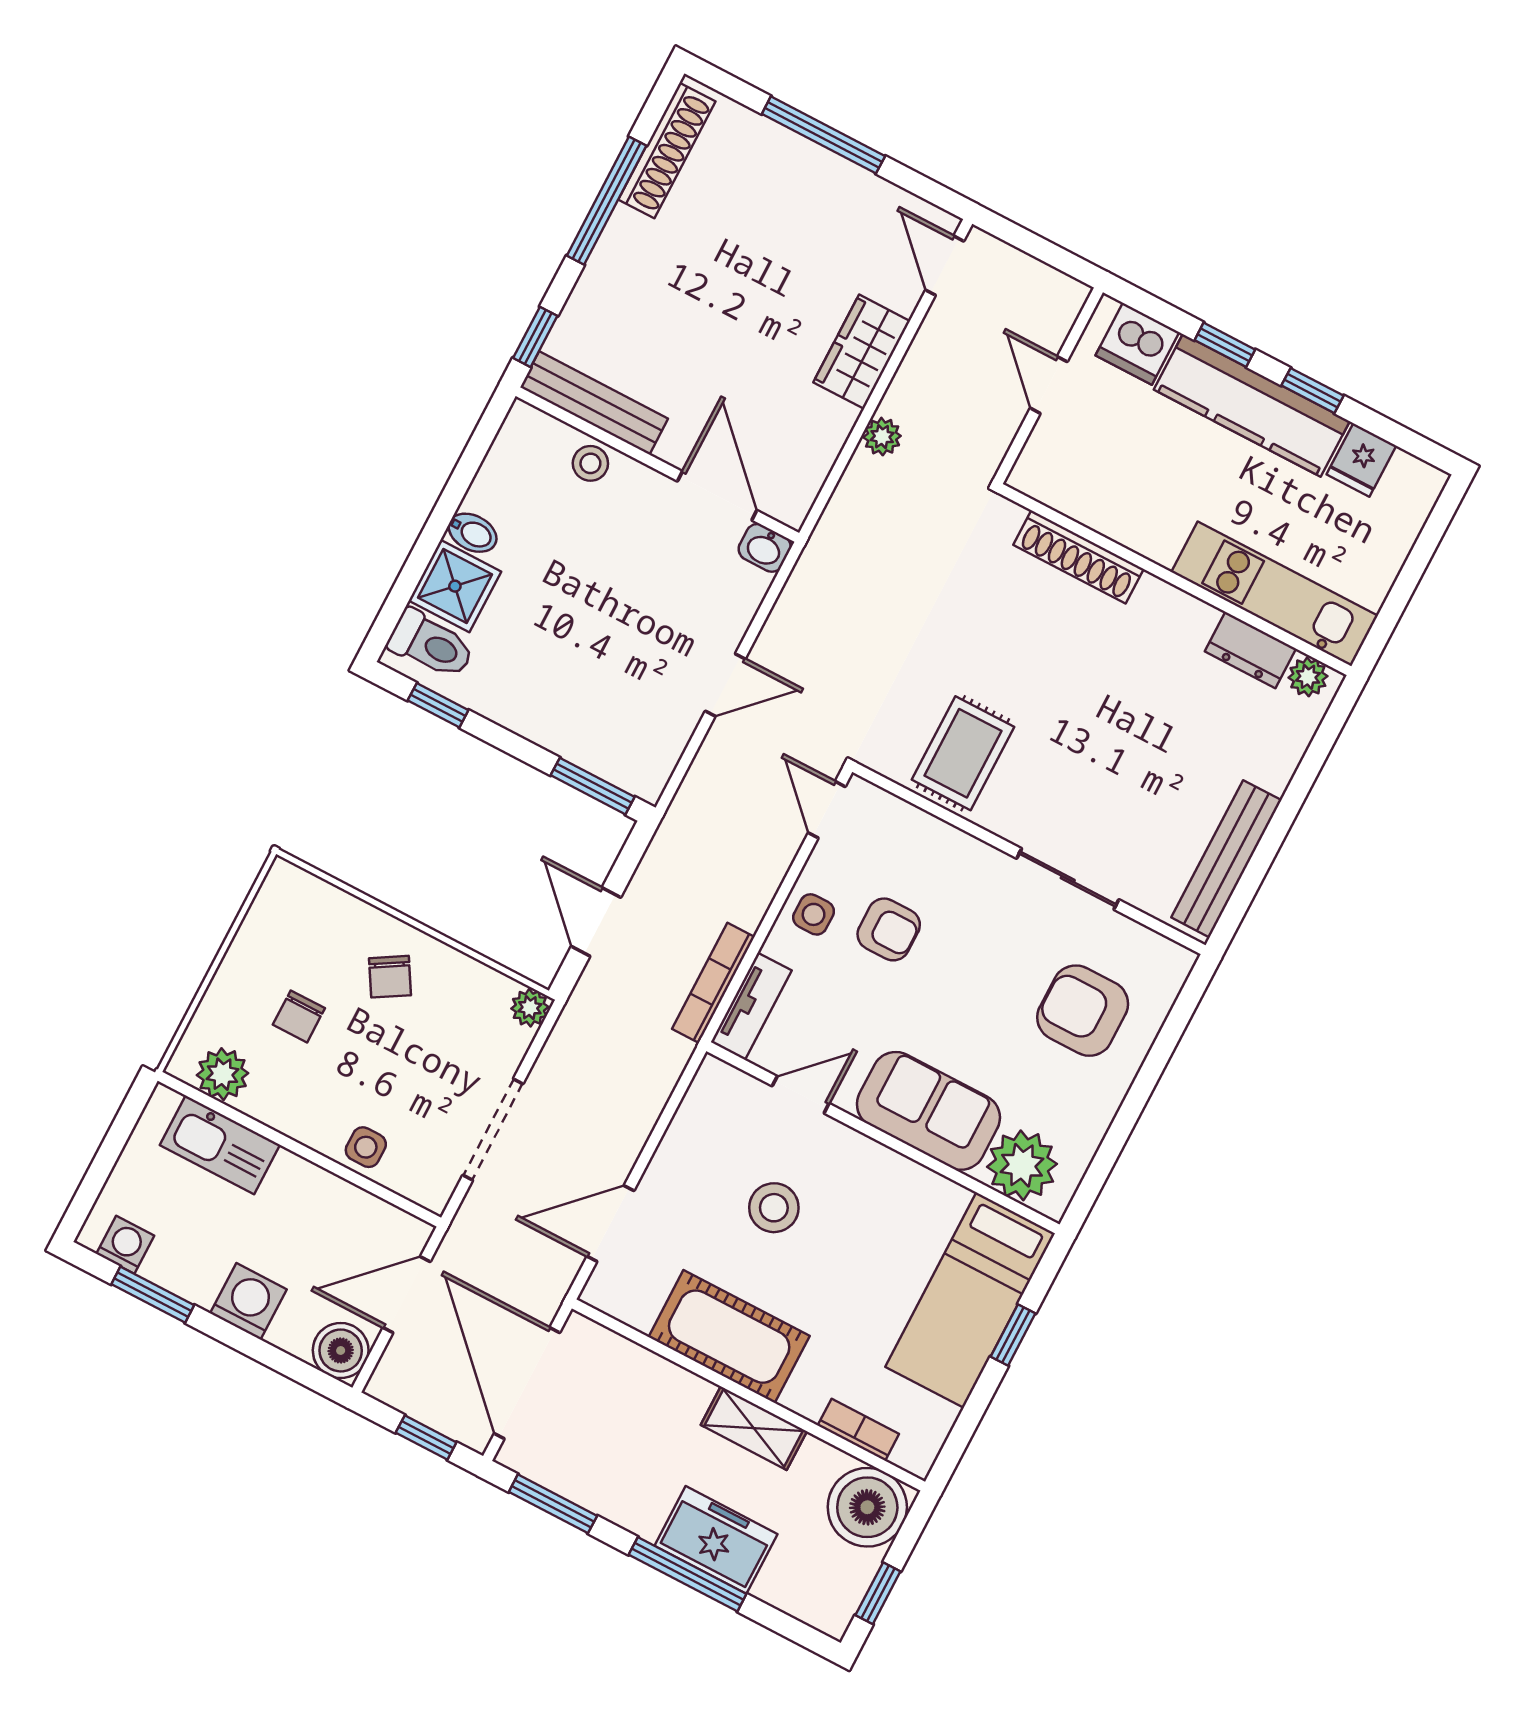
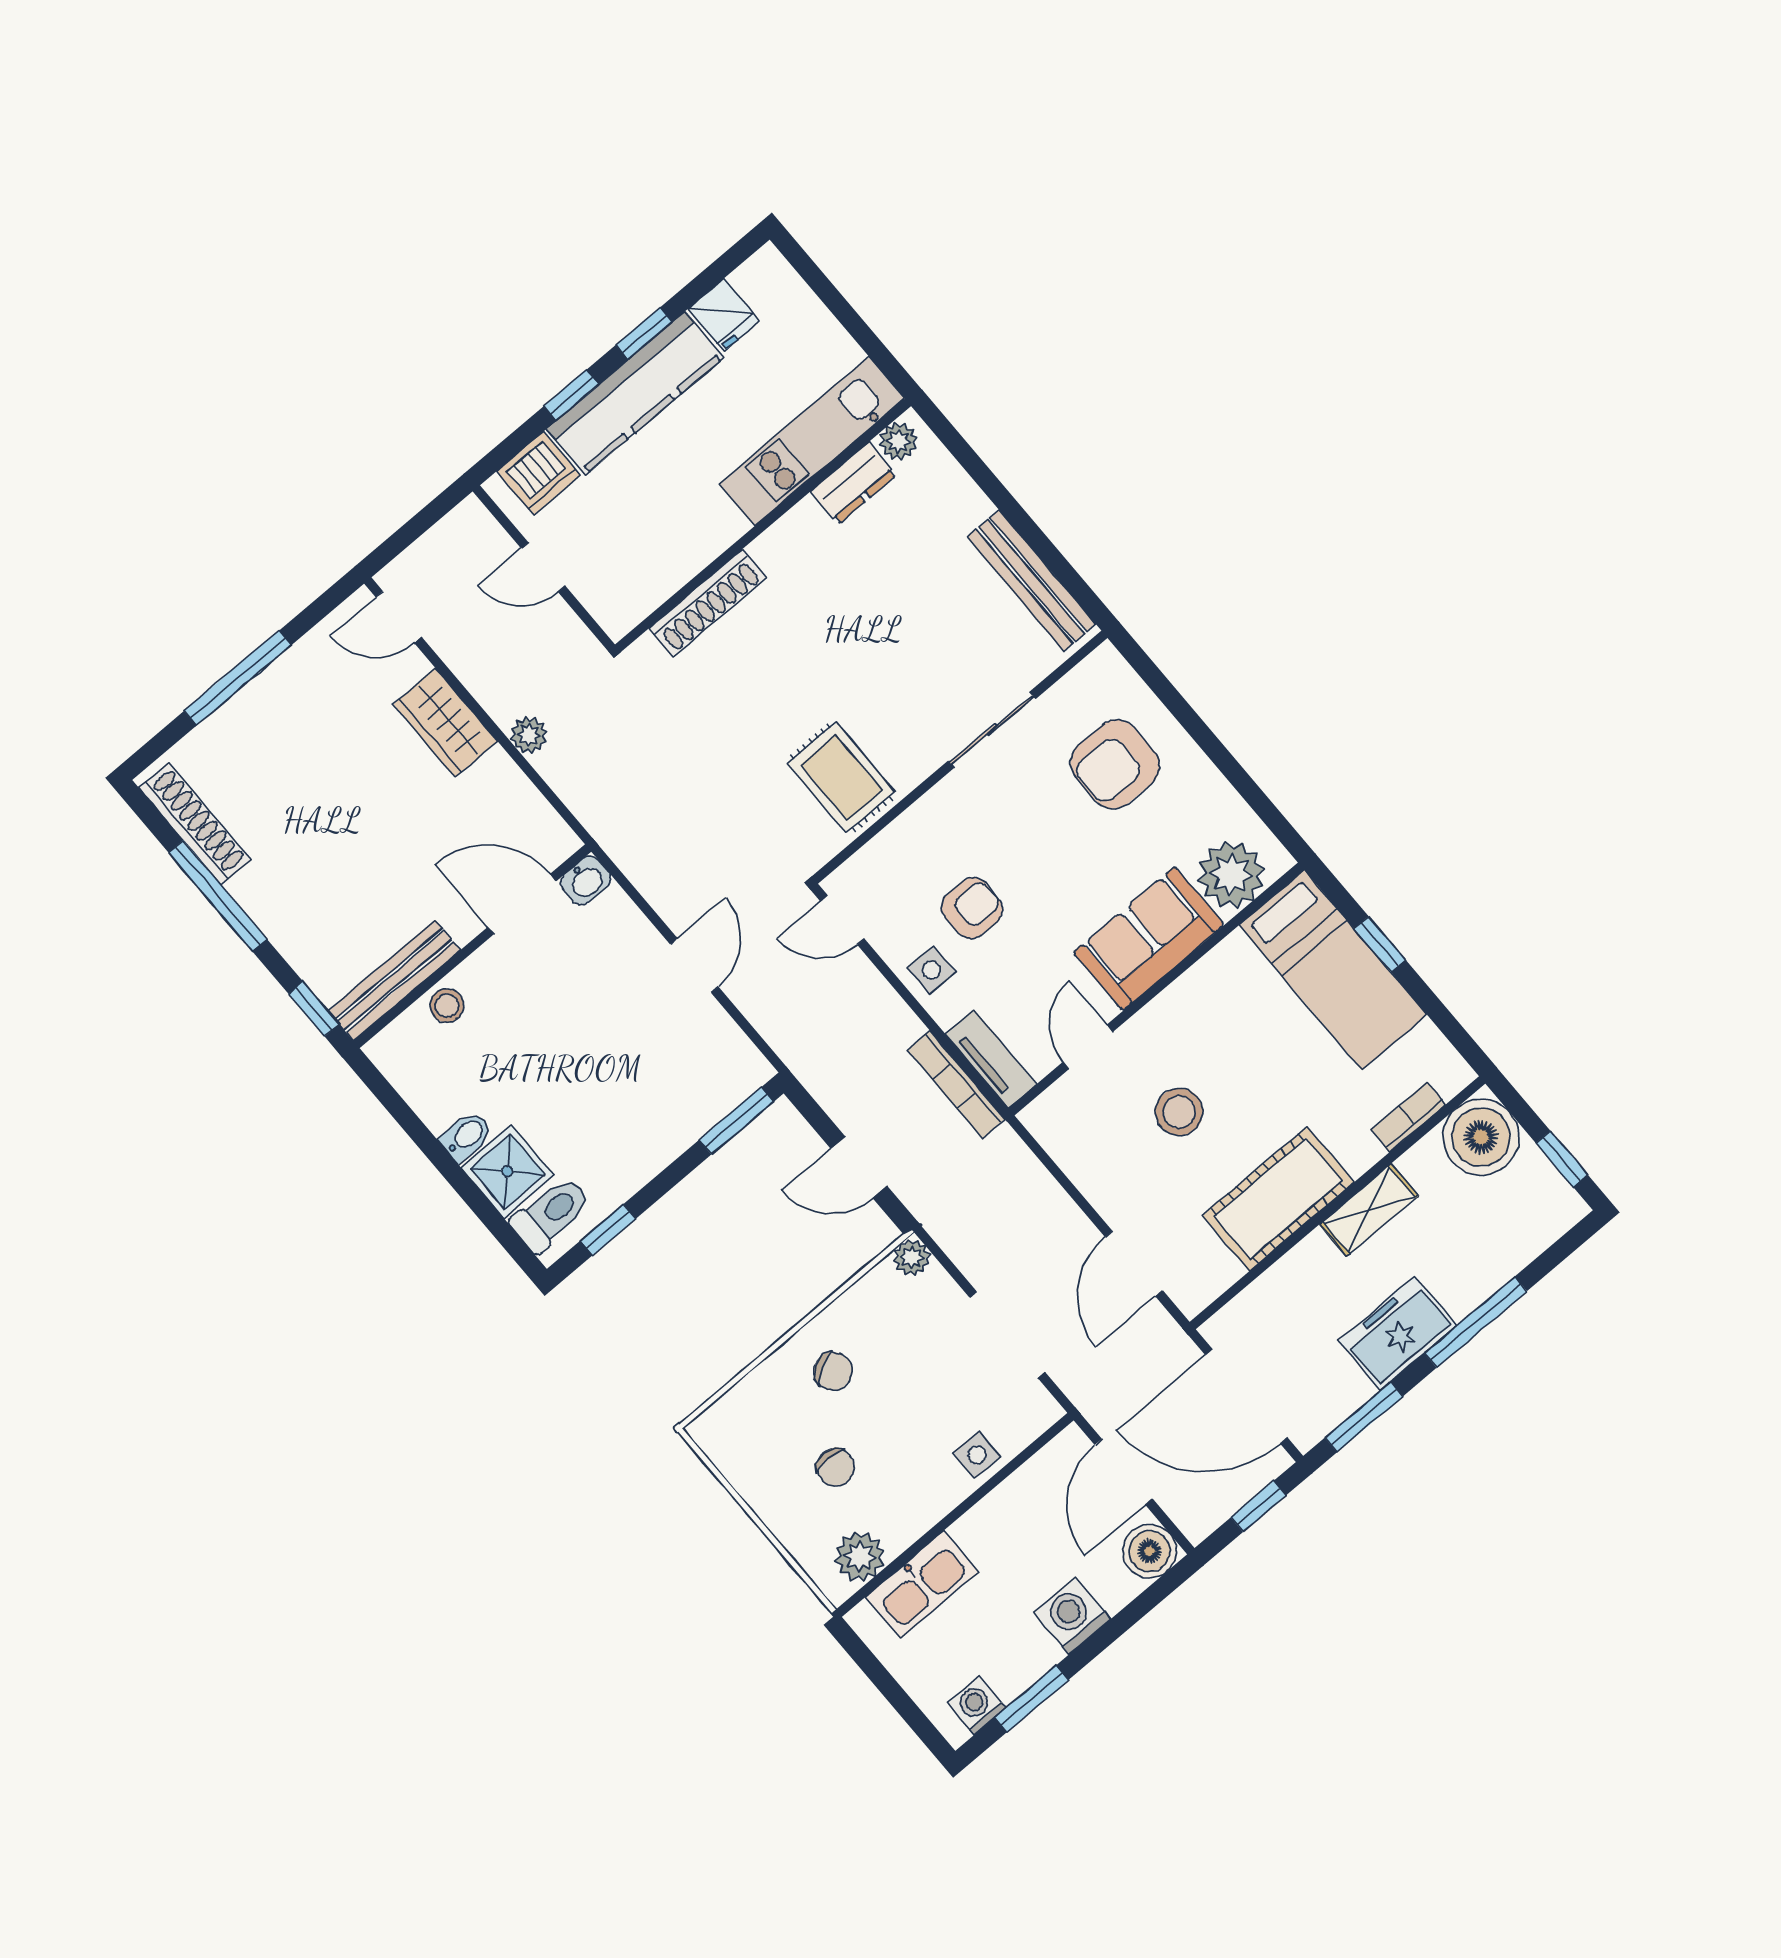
freezer: (716, 1540) -> (1398, 1333), moved

